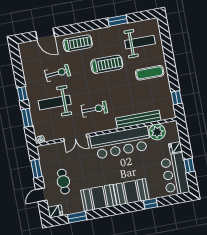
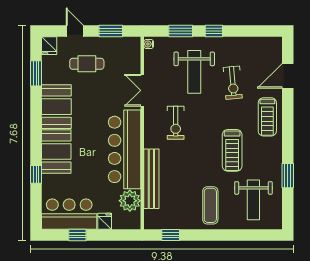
weight bench: (55, 102) -> (194, 72), turned 180

